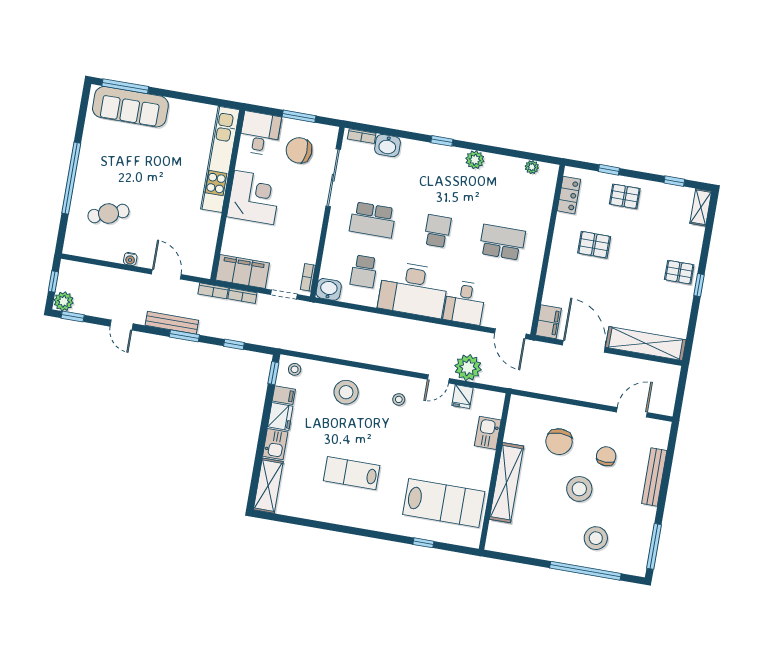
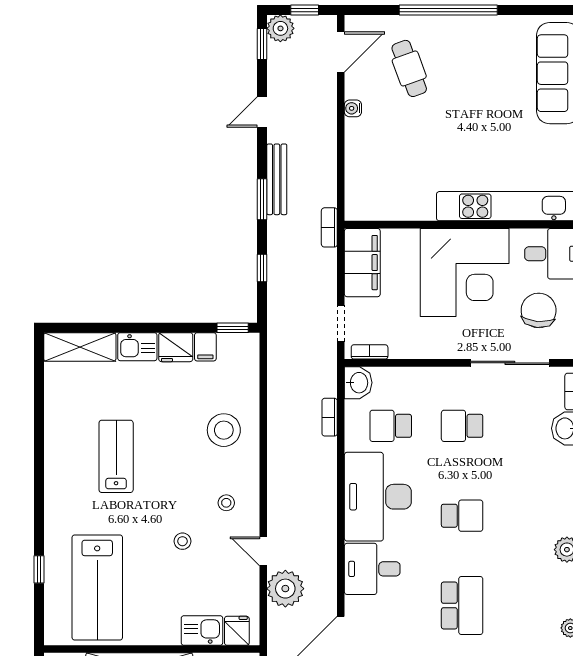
corner desk: (254, 197) -> (465, 272), width x1.36, depth x1.36
school desk: (373, 220) -> (462, 426), width x0.54
door: (166, 274) -> (341, 52), moved
bookcase: (242, 296) -> (330, 417), moved
stool: (295, 369) -> (182, 541), moved
fridge: (462, 397) -> (237, 631), moved, turned 90

